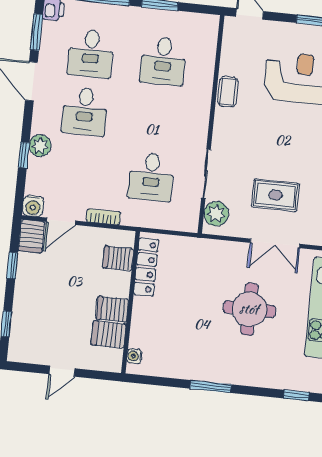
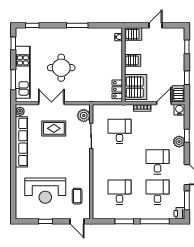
coffee table: (228, 92) -> (77, 196), moved
server rack: (118, 258) -> (136, 87), width x2.18, depth x1.44
locker: (146, 267) -> (117, 89), width x0.66
server rack: (109, 334) -> (133, 34), moved

